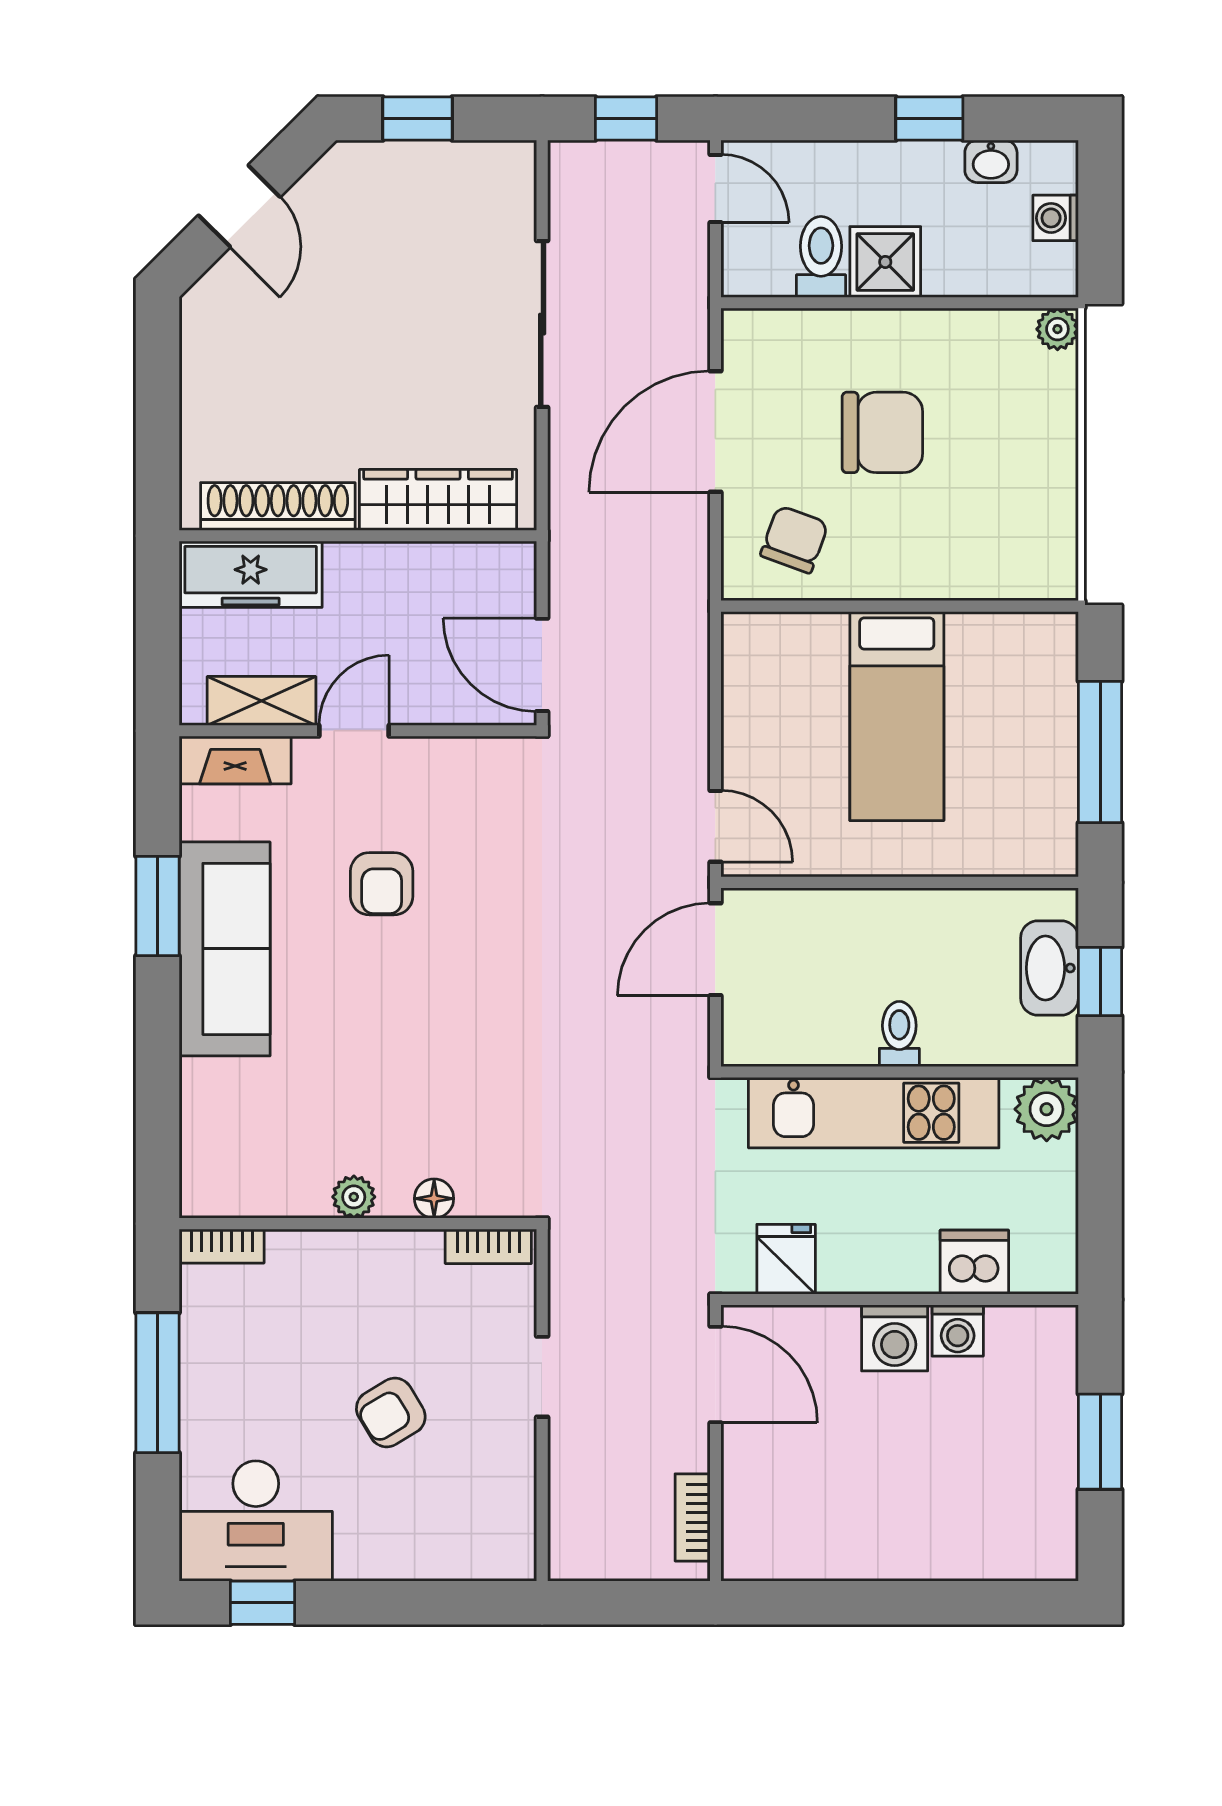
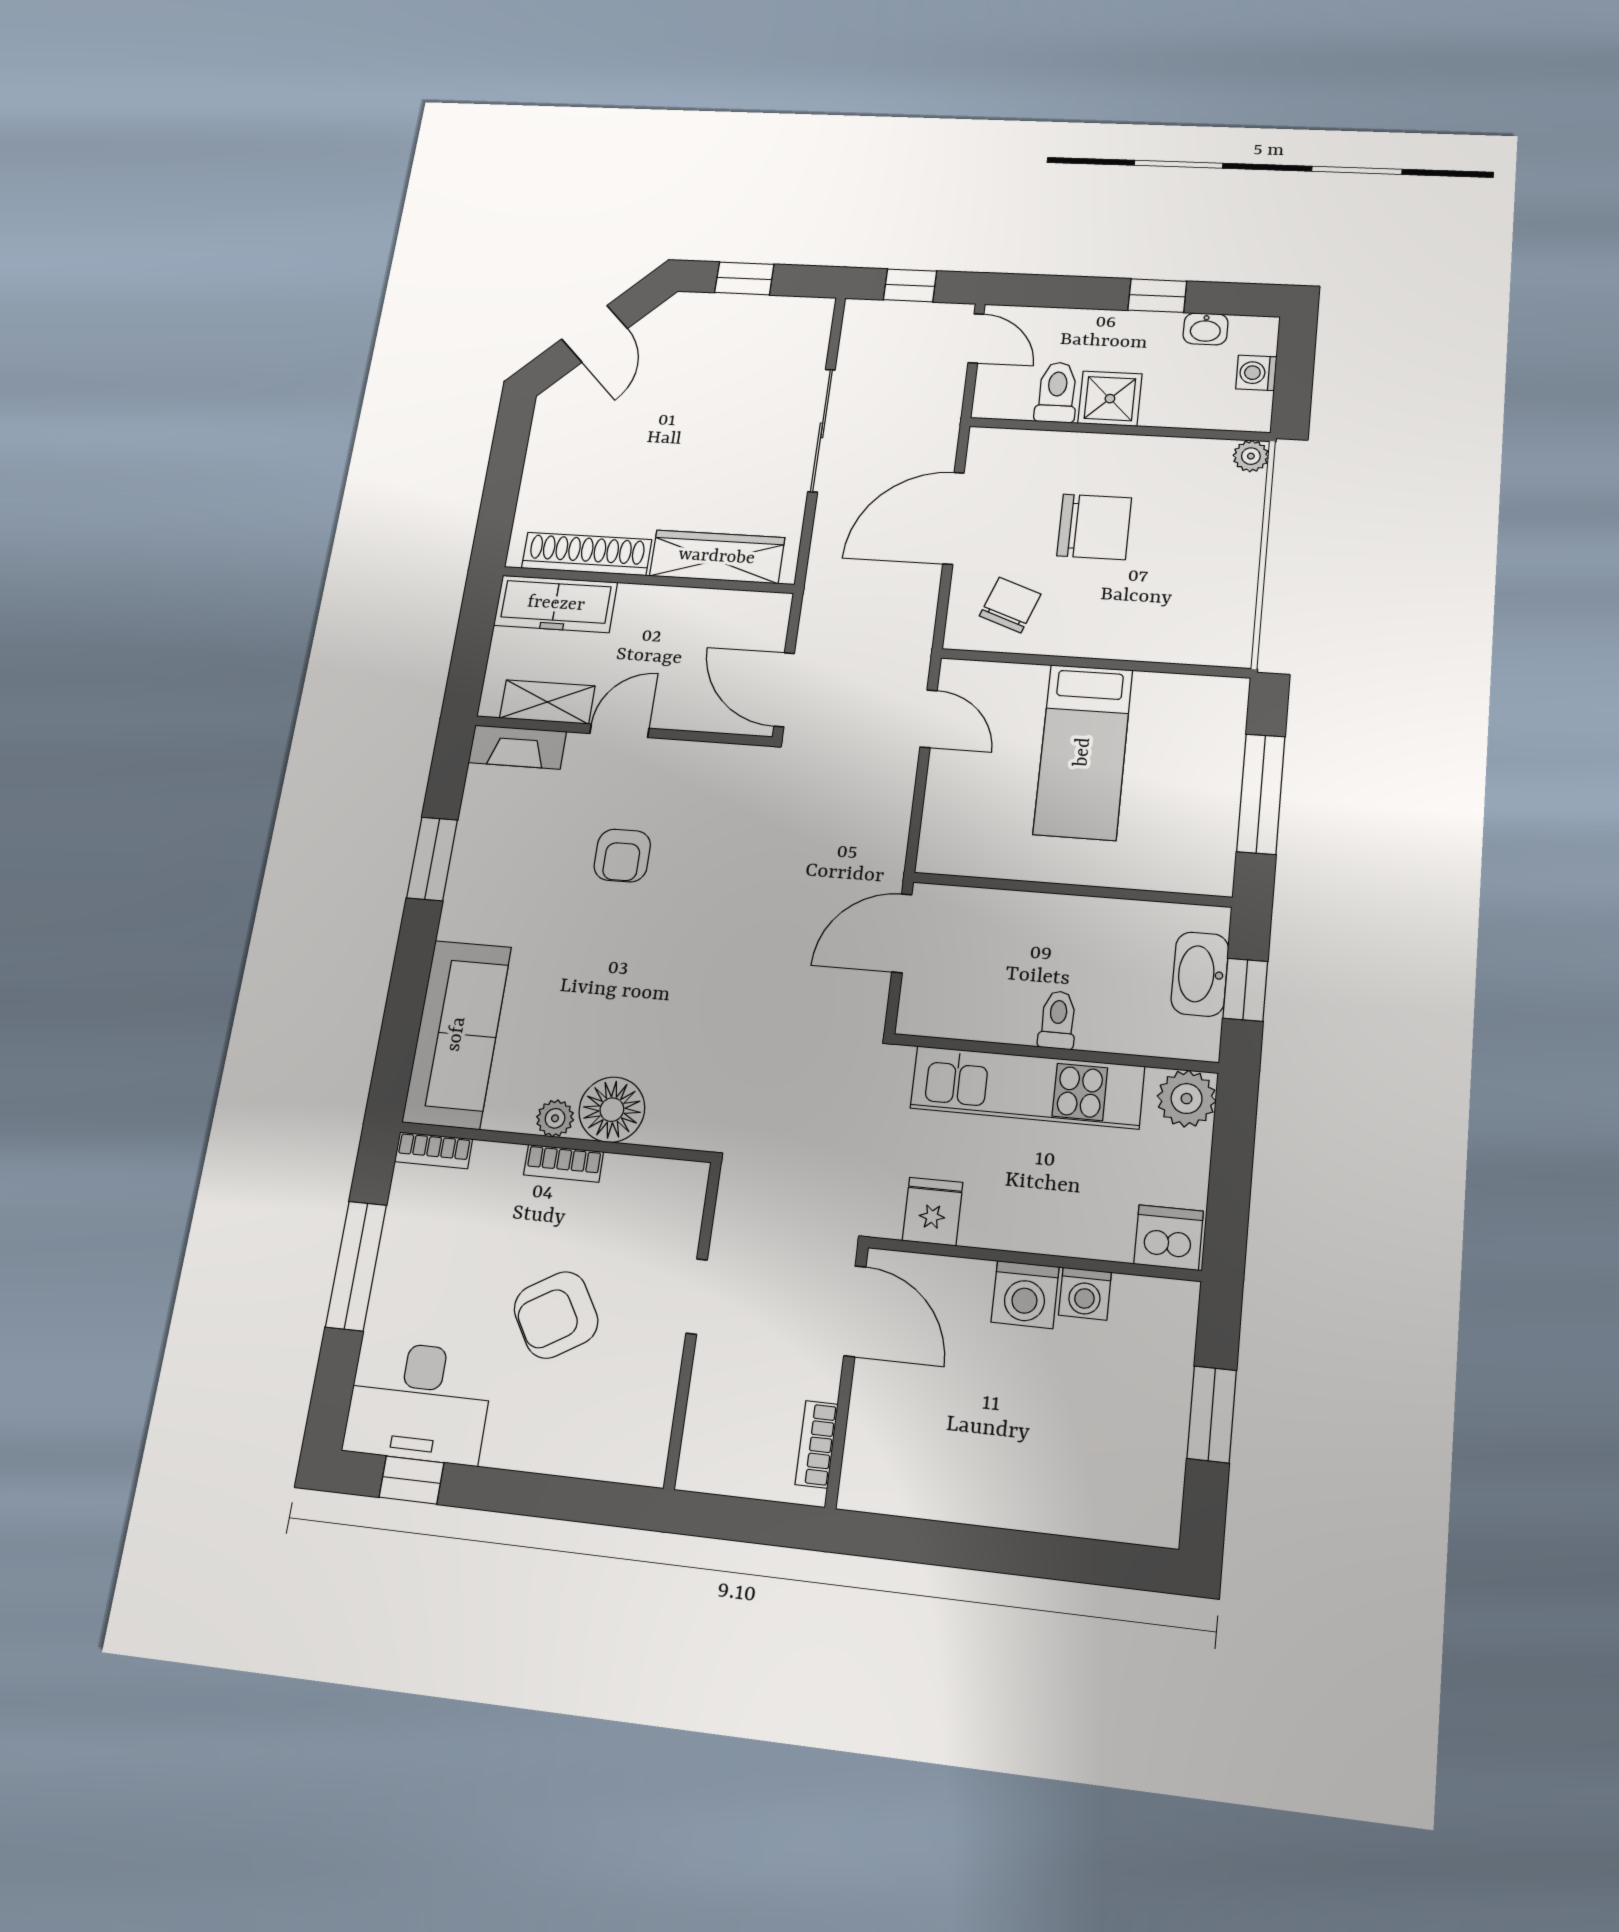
door: (715, 826) -> (929, 719), moved
sofa: (225, 949) -> (457, 1034), moved
floor lamp: (434, 1199) -> (612, 1110), width x1.89, depth x1.89
bookcase: (488, 1246) -> (564, 1163), moved
dishwasher: (974, 1262) -> (1169, 1238), moved
armchair: (391, 1412) -> (556, 1315), width x1.38, depth x1.38

